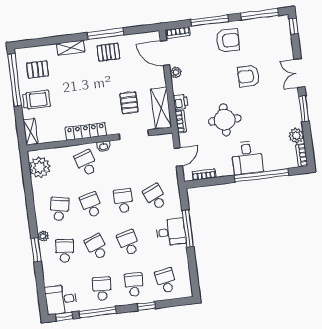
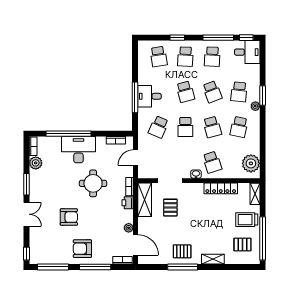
locker: (86, 131) -> (221, 188), moved
desk: (247, 158) -> (79, 150), width x1.37
school desk: (155, 197) -> (159, 127), turned 48

